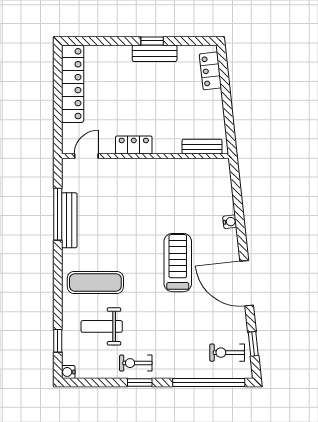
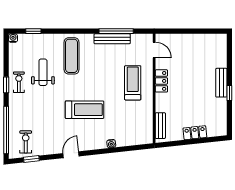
bench: (155, 53) -> (221, 83), moved
locker: (210, 71) -> (195, 133), moved
locker: (73, 84) -> (201, 41), removed
treadmill: (137, 189) -> (133, 83), added
door: (247, 283) -> (71, 155), width x0.53
weight bench: (102, 326) -> (43, 72), moved

